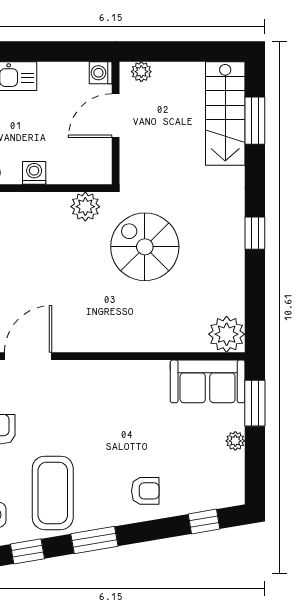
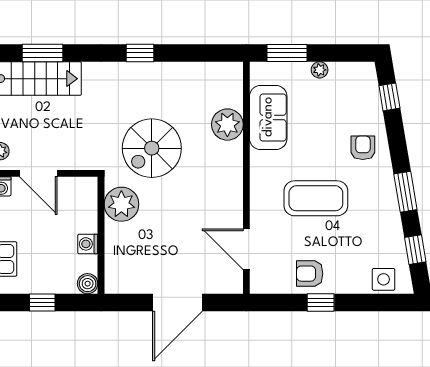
plant: (85, 207) -> (121, 204), width x1.36, depth x1.36
plant: (227, 334) -> (227, 125), moved
sofa: (208, 381) -> (268, 117), moved
coffee table: (53, 493) -> (316, 198), moved

